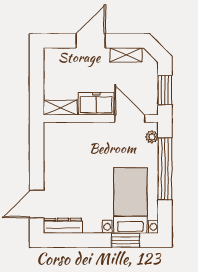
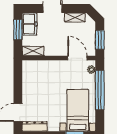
window: (37, 74) -> (18, 30), added
freezer: (96, 104) -> (30, 24), moved, turned 90

